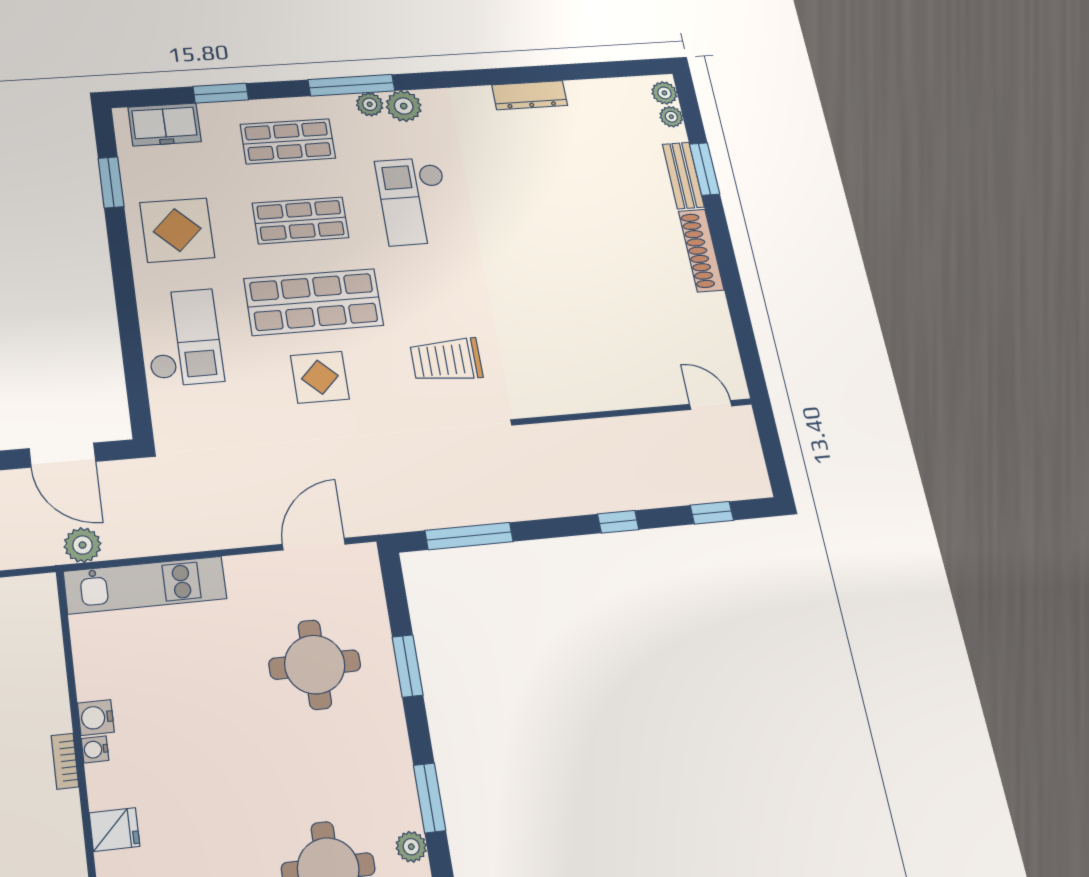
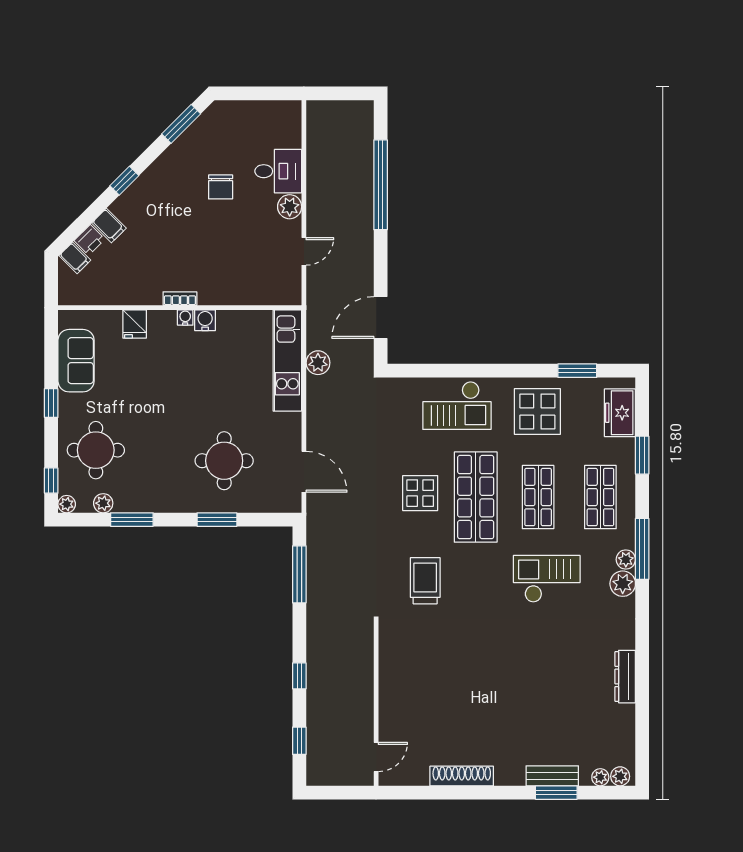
shoe rack: (701, 250) -> (462, 776), moved
plant: (83, 545) -> (318, 363), moved

